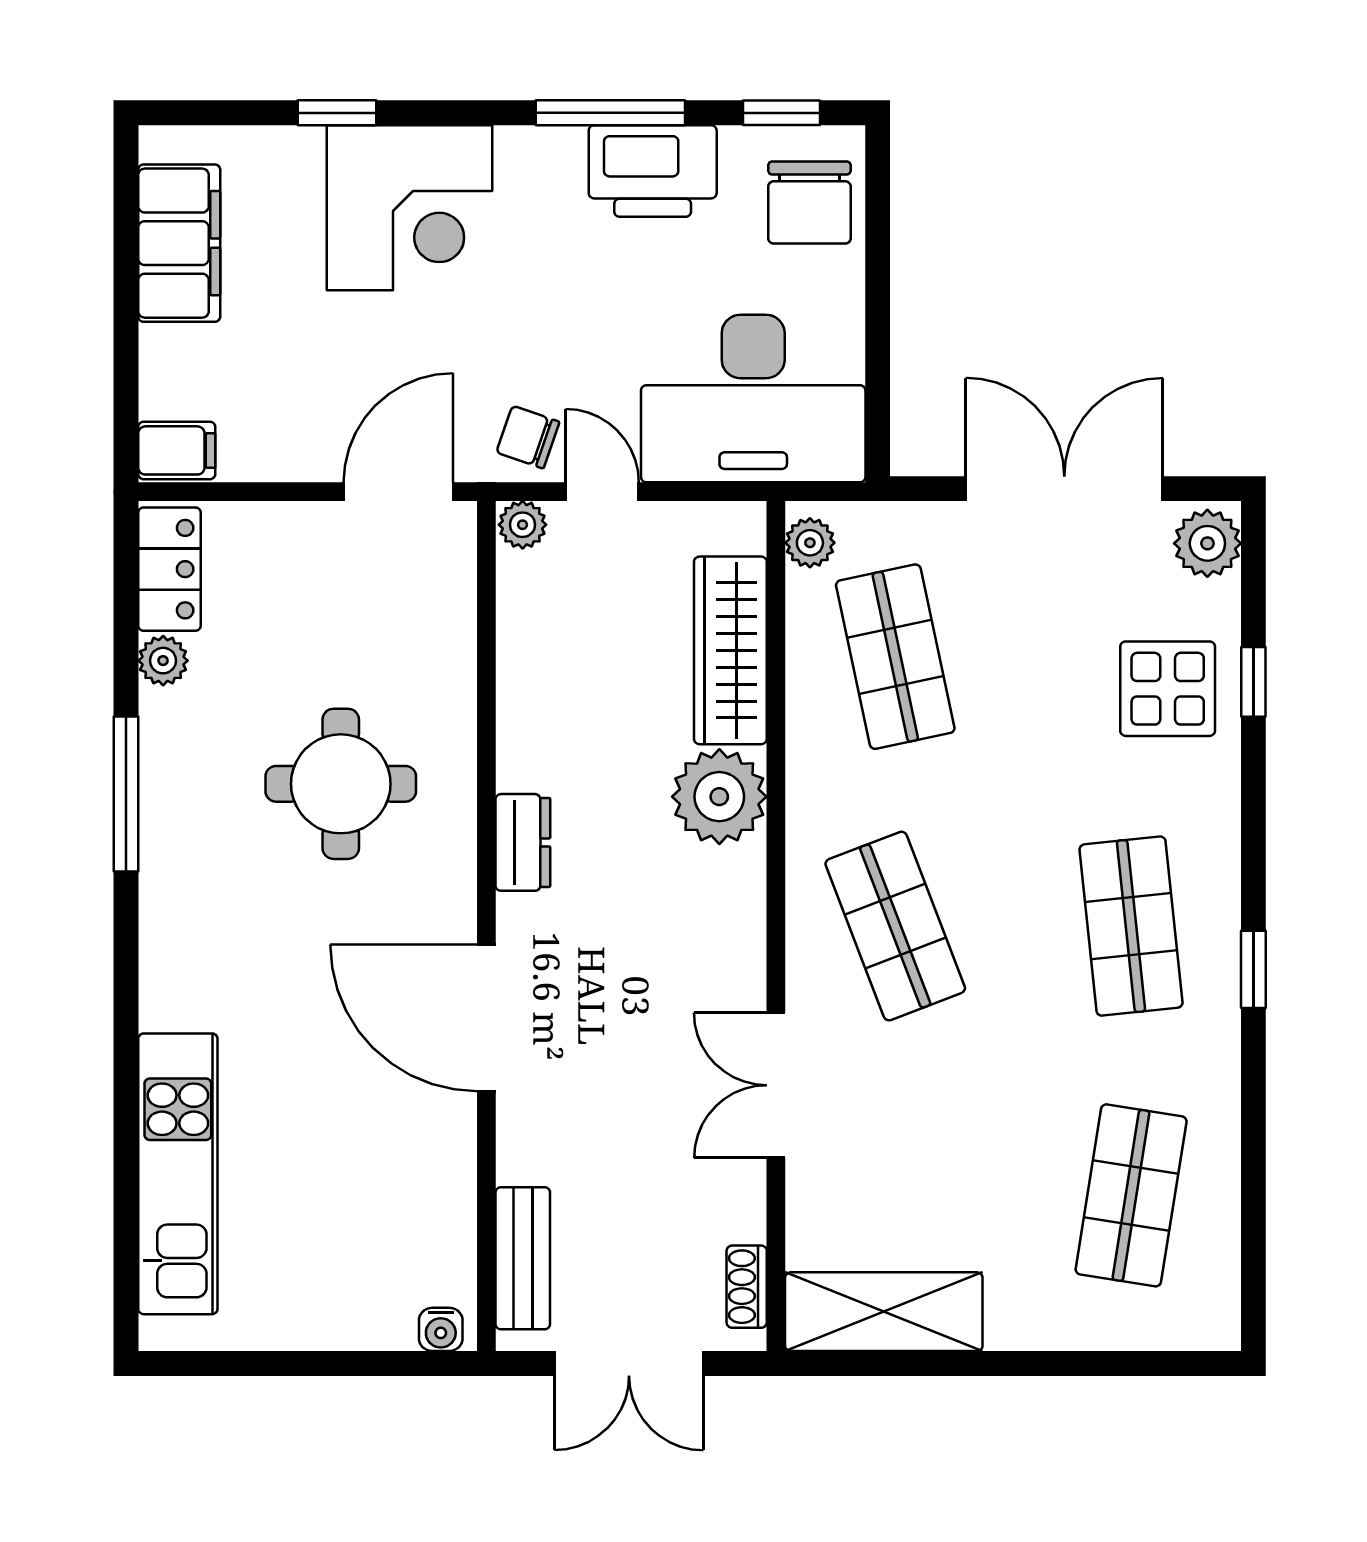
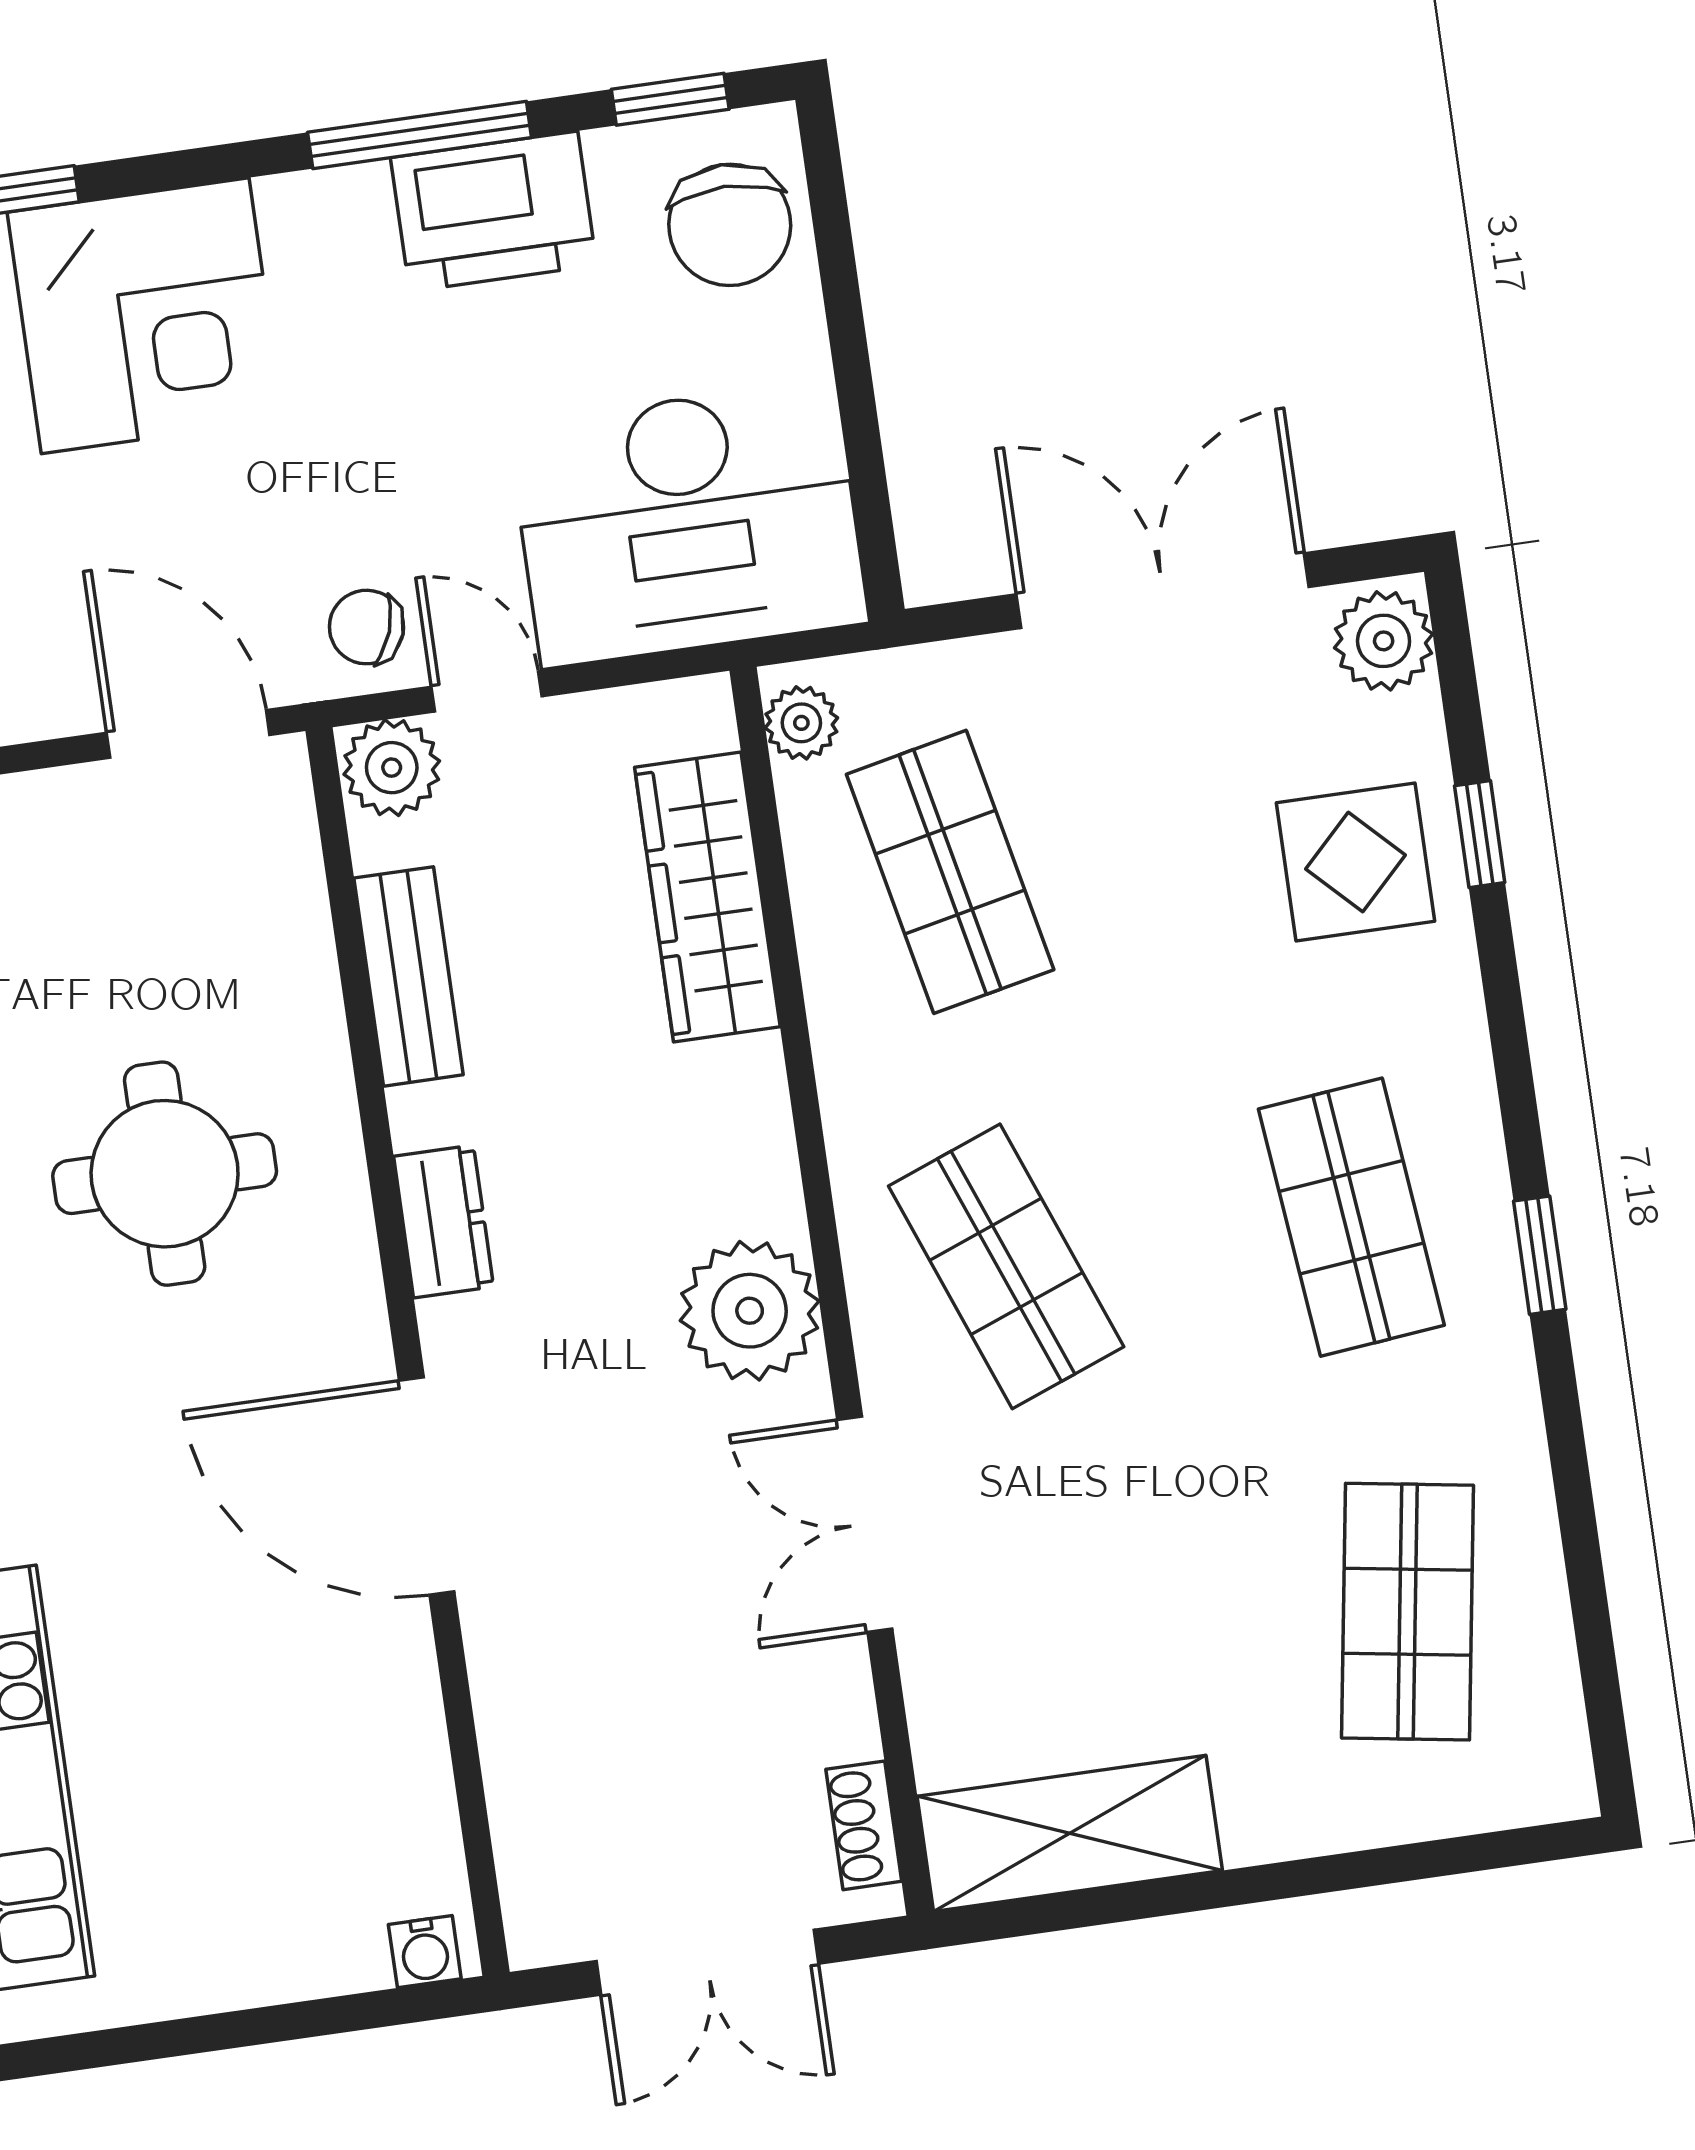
door: (398, 492) -> (188, 734), hinge flipped
plant: (523, 525) -> (392, 768), width x1.38, depth x1.38
plant: (719, 797) -> (750, 1311), moved
bench: (523, 1258) -> (409, 976), moved

